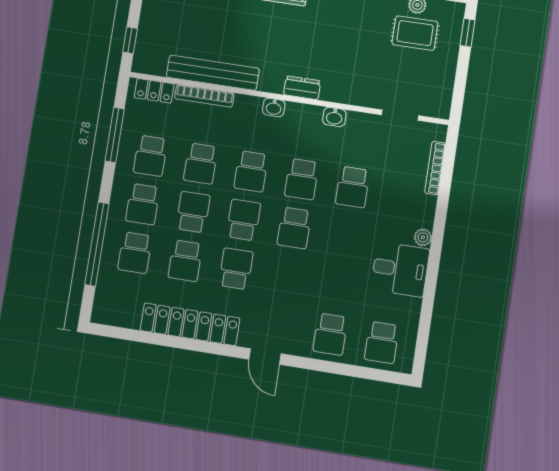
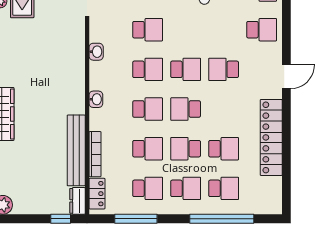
dresser: (302, 88) -> (77, 201), moved
school desk: (236, 269) -> (224, 69), moved

